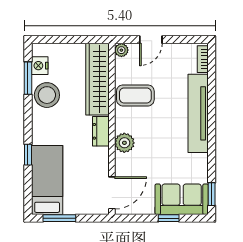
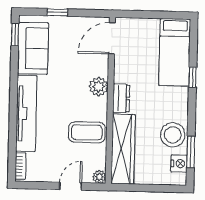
sofa: (182, 199) -> (33, 48), moved, turned -90
window: (59, 218) -> (164, 15), removed

